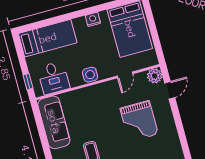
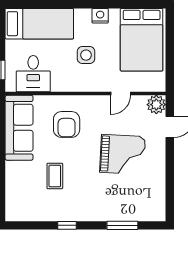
side table: (90, 75) -> (86, 55), moved
armchair: (90, 110) -> (67, 124), added
grand piano: (139, 121) -> (123, 154), turned -87

